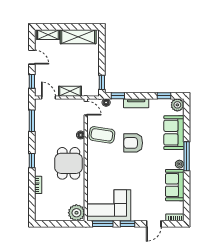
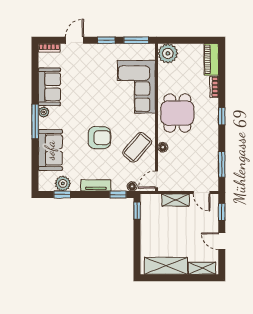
plant: (177, 105) -> (63, 183), moved
door: (86, 108) -> (157, 180), hinge flipped
coffee table: (102, 135) -> (137, 147), turned -58
corner sofa: (109, 205) -> (136, 87), moved, turned 90
piano: (40, 208) -> (211, 59), added

